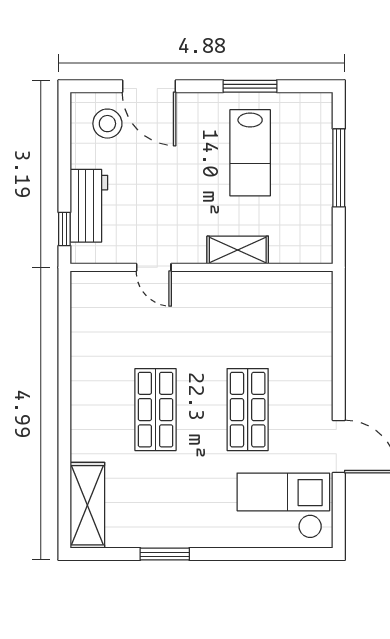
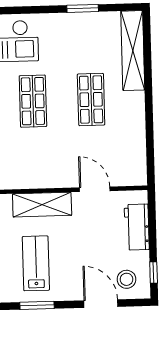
window: (64, 229) -> (154, 273), moved
shelving: (238, 250) -> (42, 205), width x1.50, depth x1.33
door: (154, 267) -> (95, 189), width x1.37
shelving: (87, 505) -> (133, 51), width x1.47

